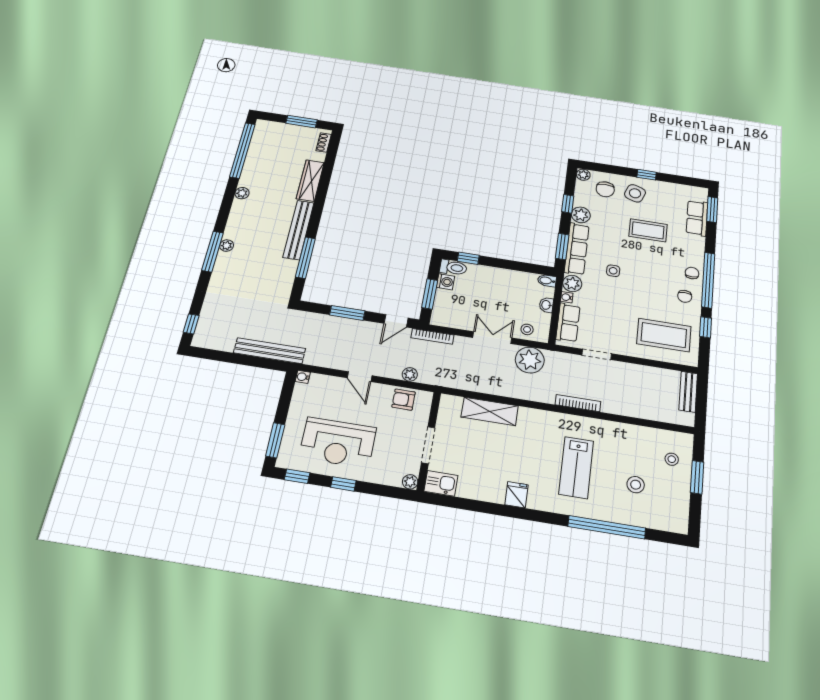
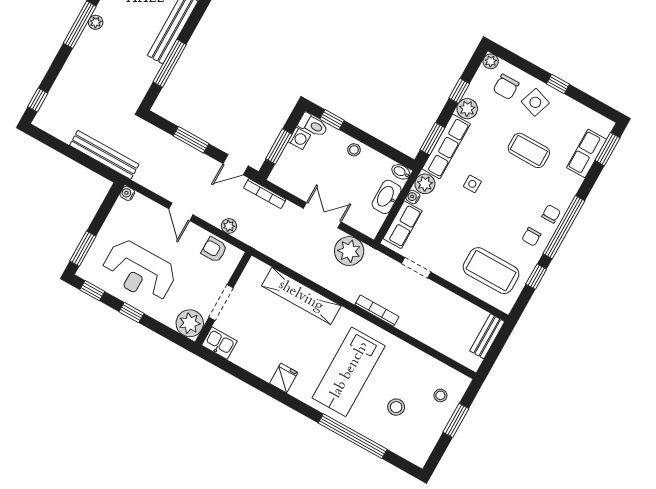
washbasin: (546, 305) -> (387, 197), width x1.91, depth x1.45
stool: (527, 329) -> (354, 150), moved
shelving: (490, 411) -> (301, 296), width x1.47
lab bench: (576, 467) -> (349, 372), width x1.36, depth x1.39
plant: (410, 482) -> (190, 323), width x1.88, depth x1.88

